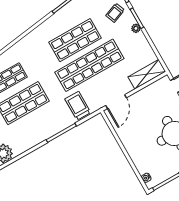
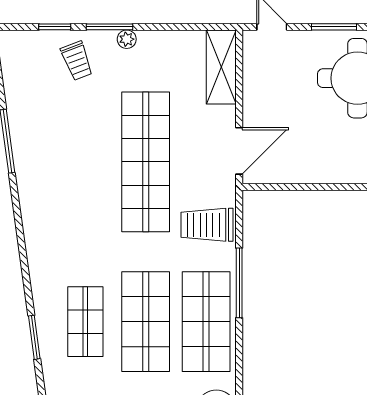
shop shelf: (75, 40) -> (206, 322), moved
door: (116, 102) -> (239, 151), hinge flipped

